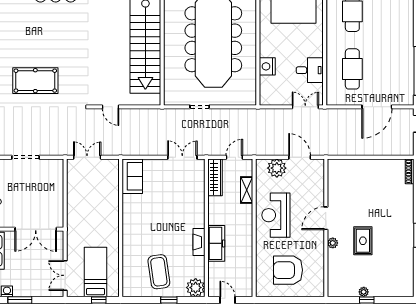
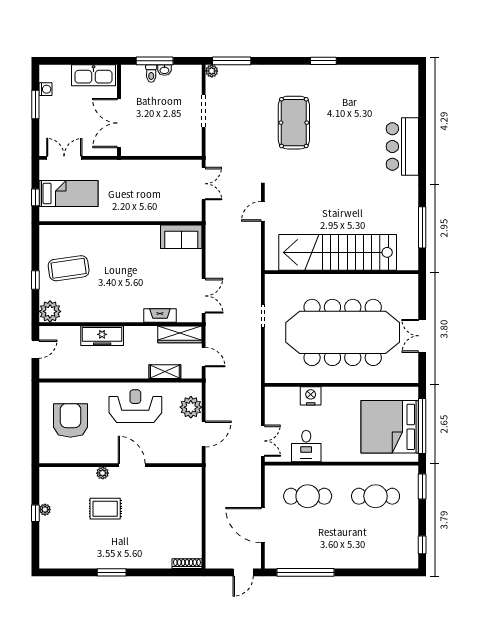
fireplace: (199, 242) -> (160, 315), moved

